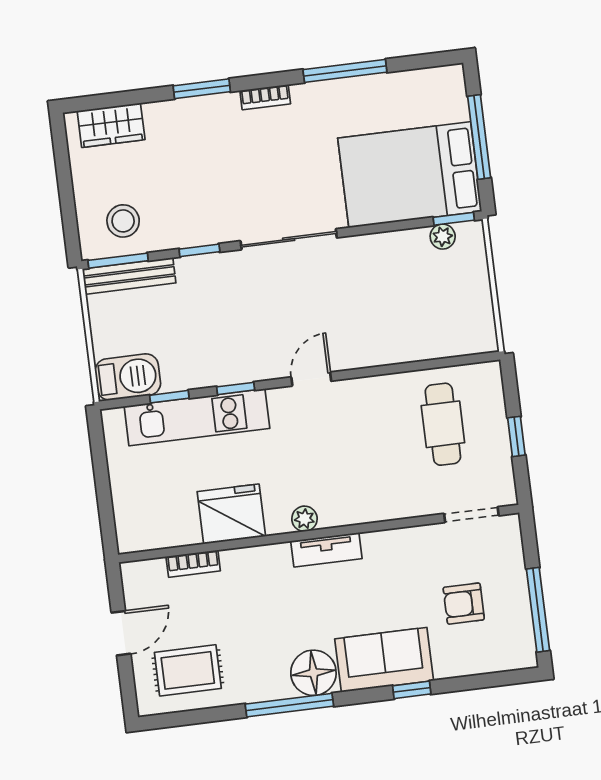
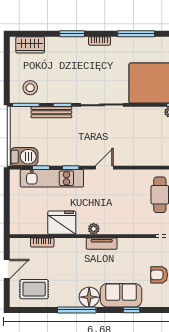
bench: (129, 276) -> (51, 112), moved

